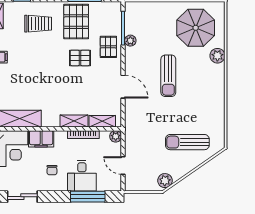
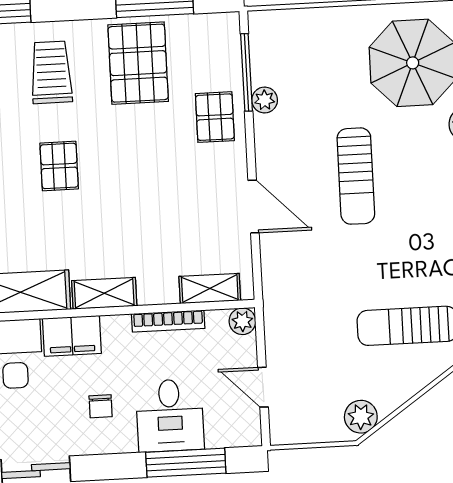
trolley: (38, 24) -> (51, 72), turned -90
pallet: (80, 58) -> (59, 166), moved, turned 90
shelving: (74, 121) -> (104, 293), moved

